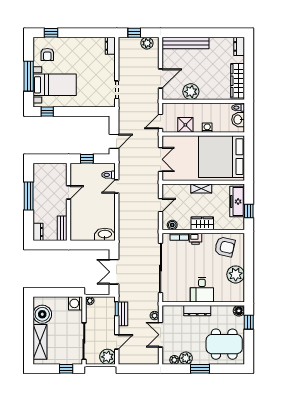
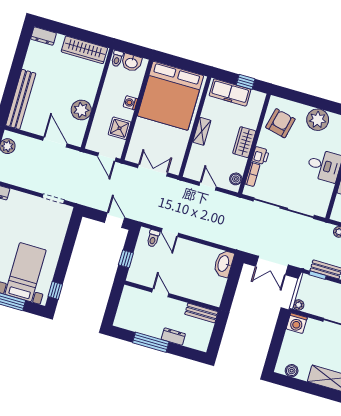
dresser: (38, 232) -> (173, 337), moved
boiler: (42, 314) -> (292, 371), width x0.54, depth x0.54

